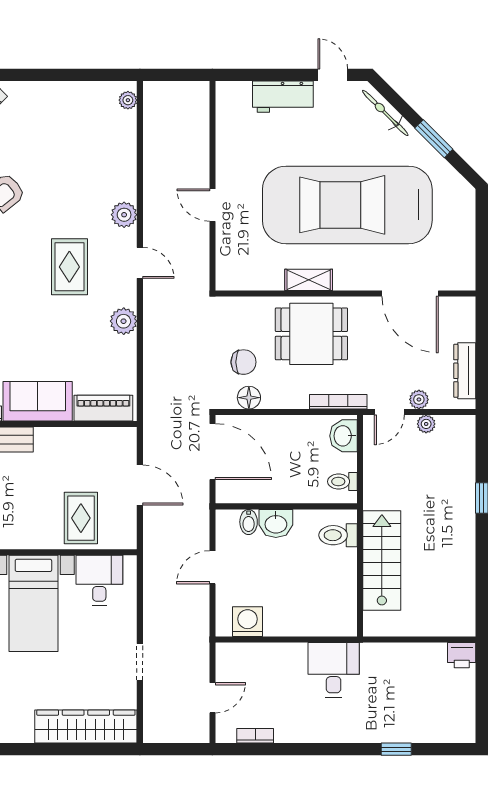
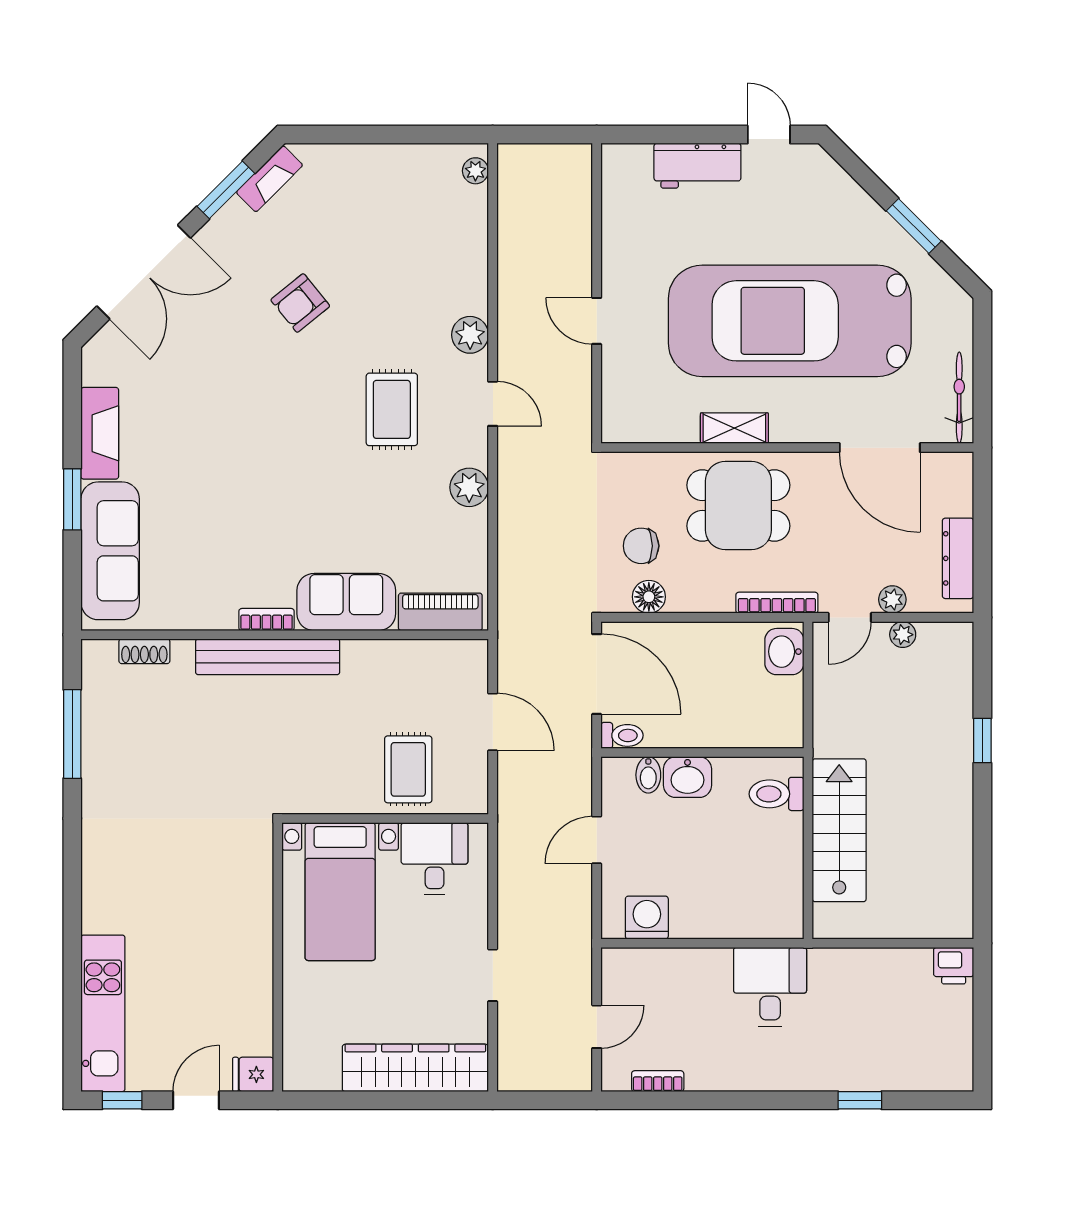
bicycle: (385, 113) -> (959, 398), moved, turned 45
chair: (243, 362) -> (641, 546), turned 180
toilet: (342, 482) -> (622, 735), moved, turned 180

